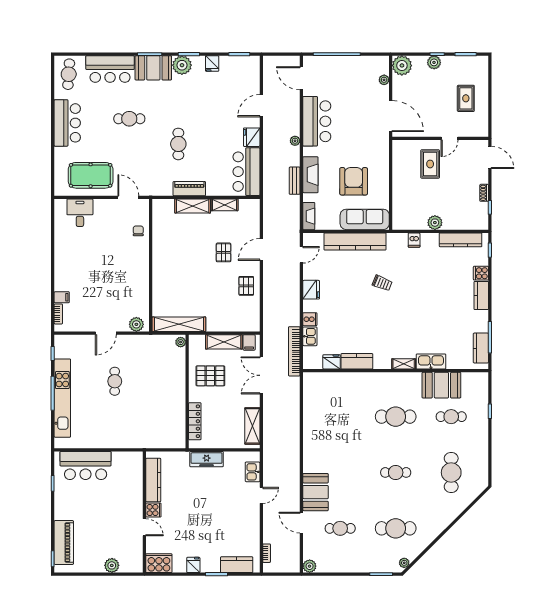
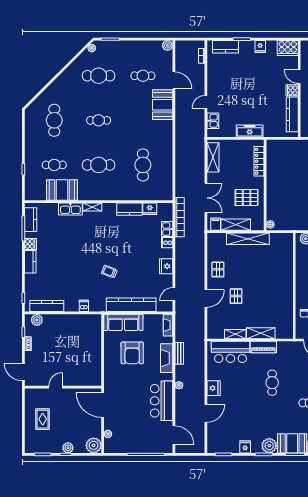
rug: (430, 164) -> (71, 367), removed
bar counter: (246, 172) -> (230, 352), moved, turned 90
plant: (435, 223) -> (37, 320), moved
cooker: (481, 273) -> (30, 244), moved
shelving: (179, 324) -> (248, 239), moved
cafe table: (340, 417) -> (143, 165), added

